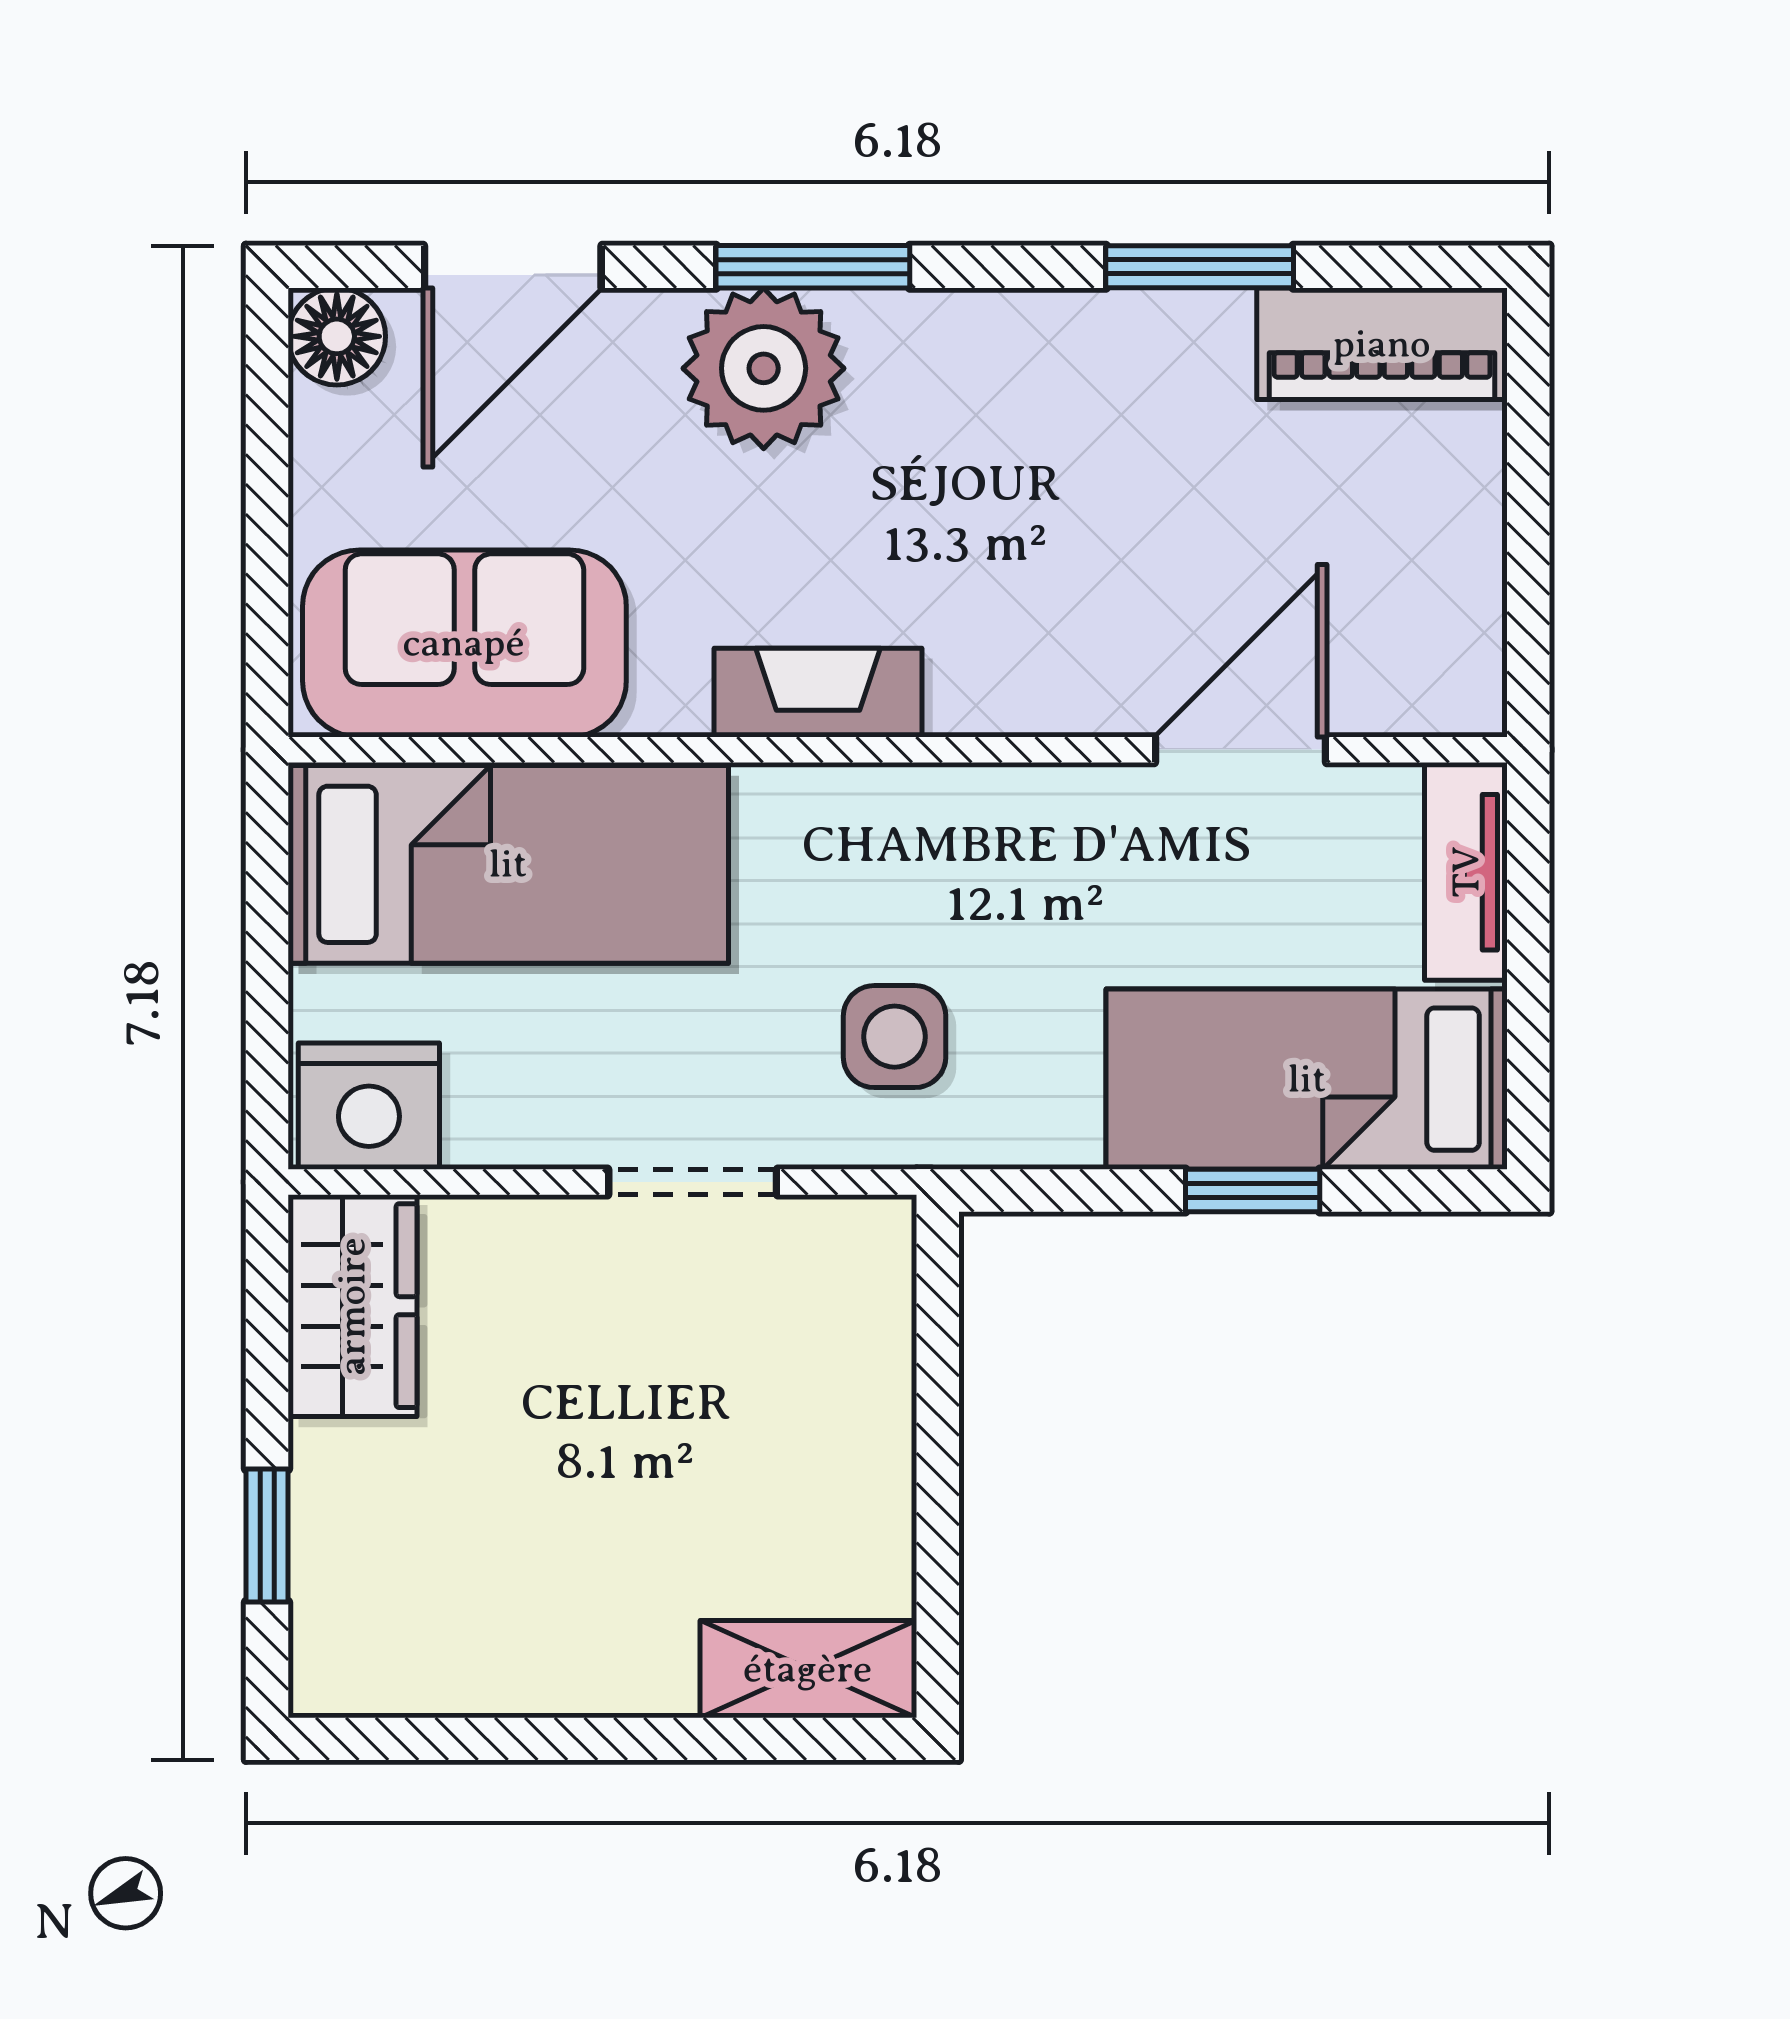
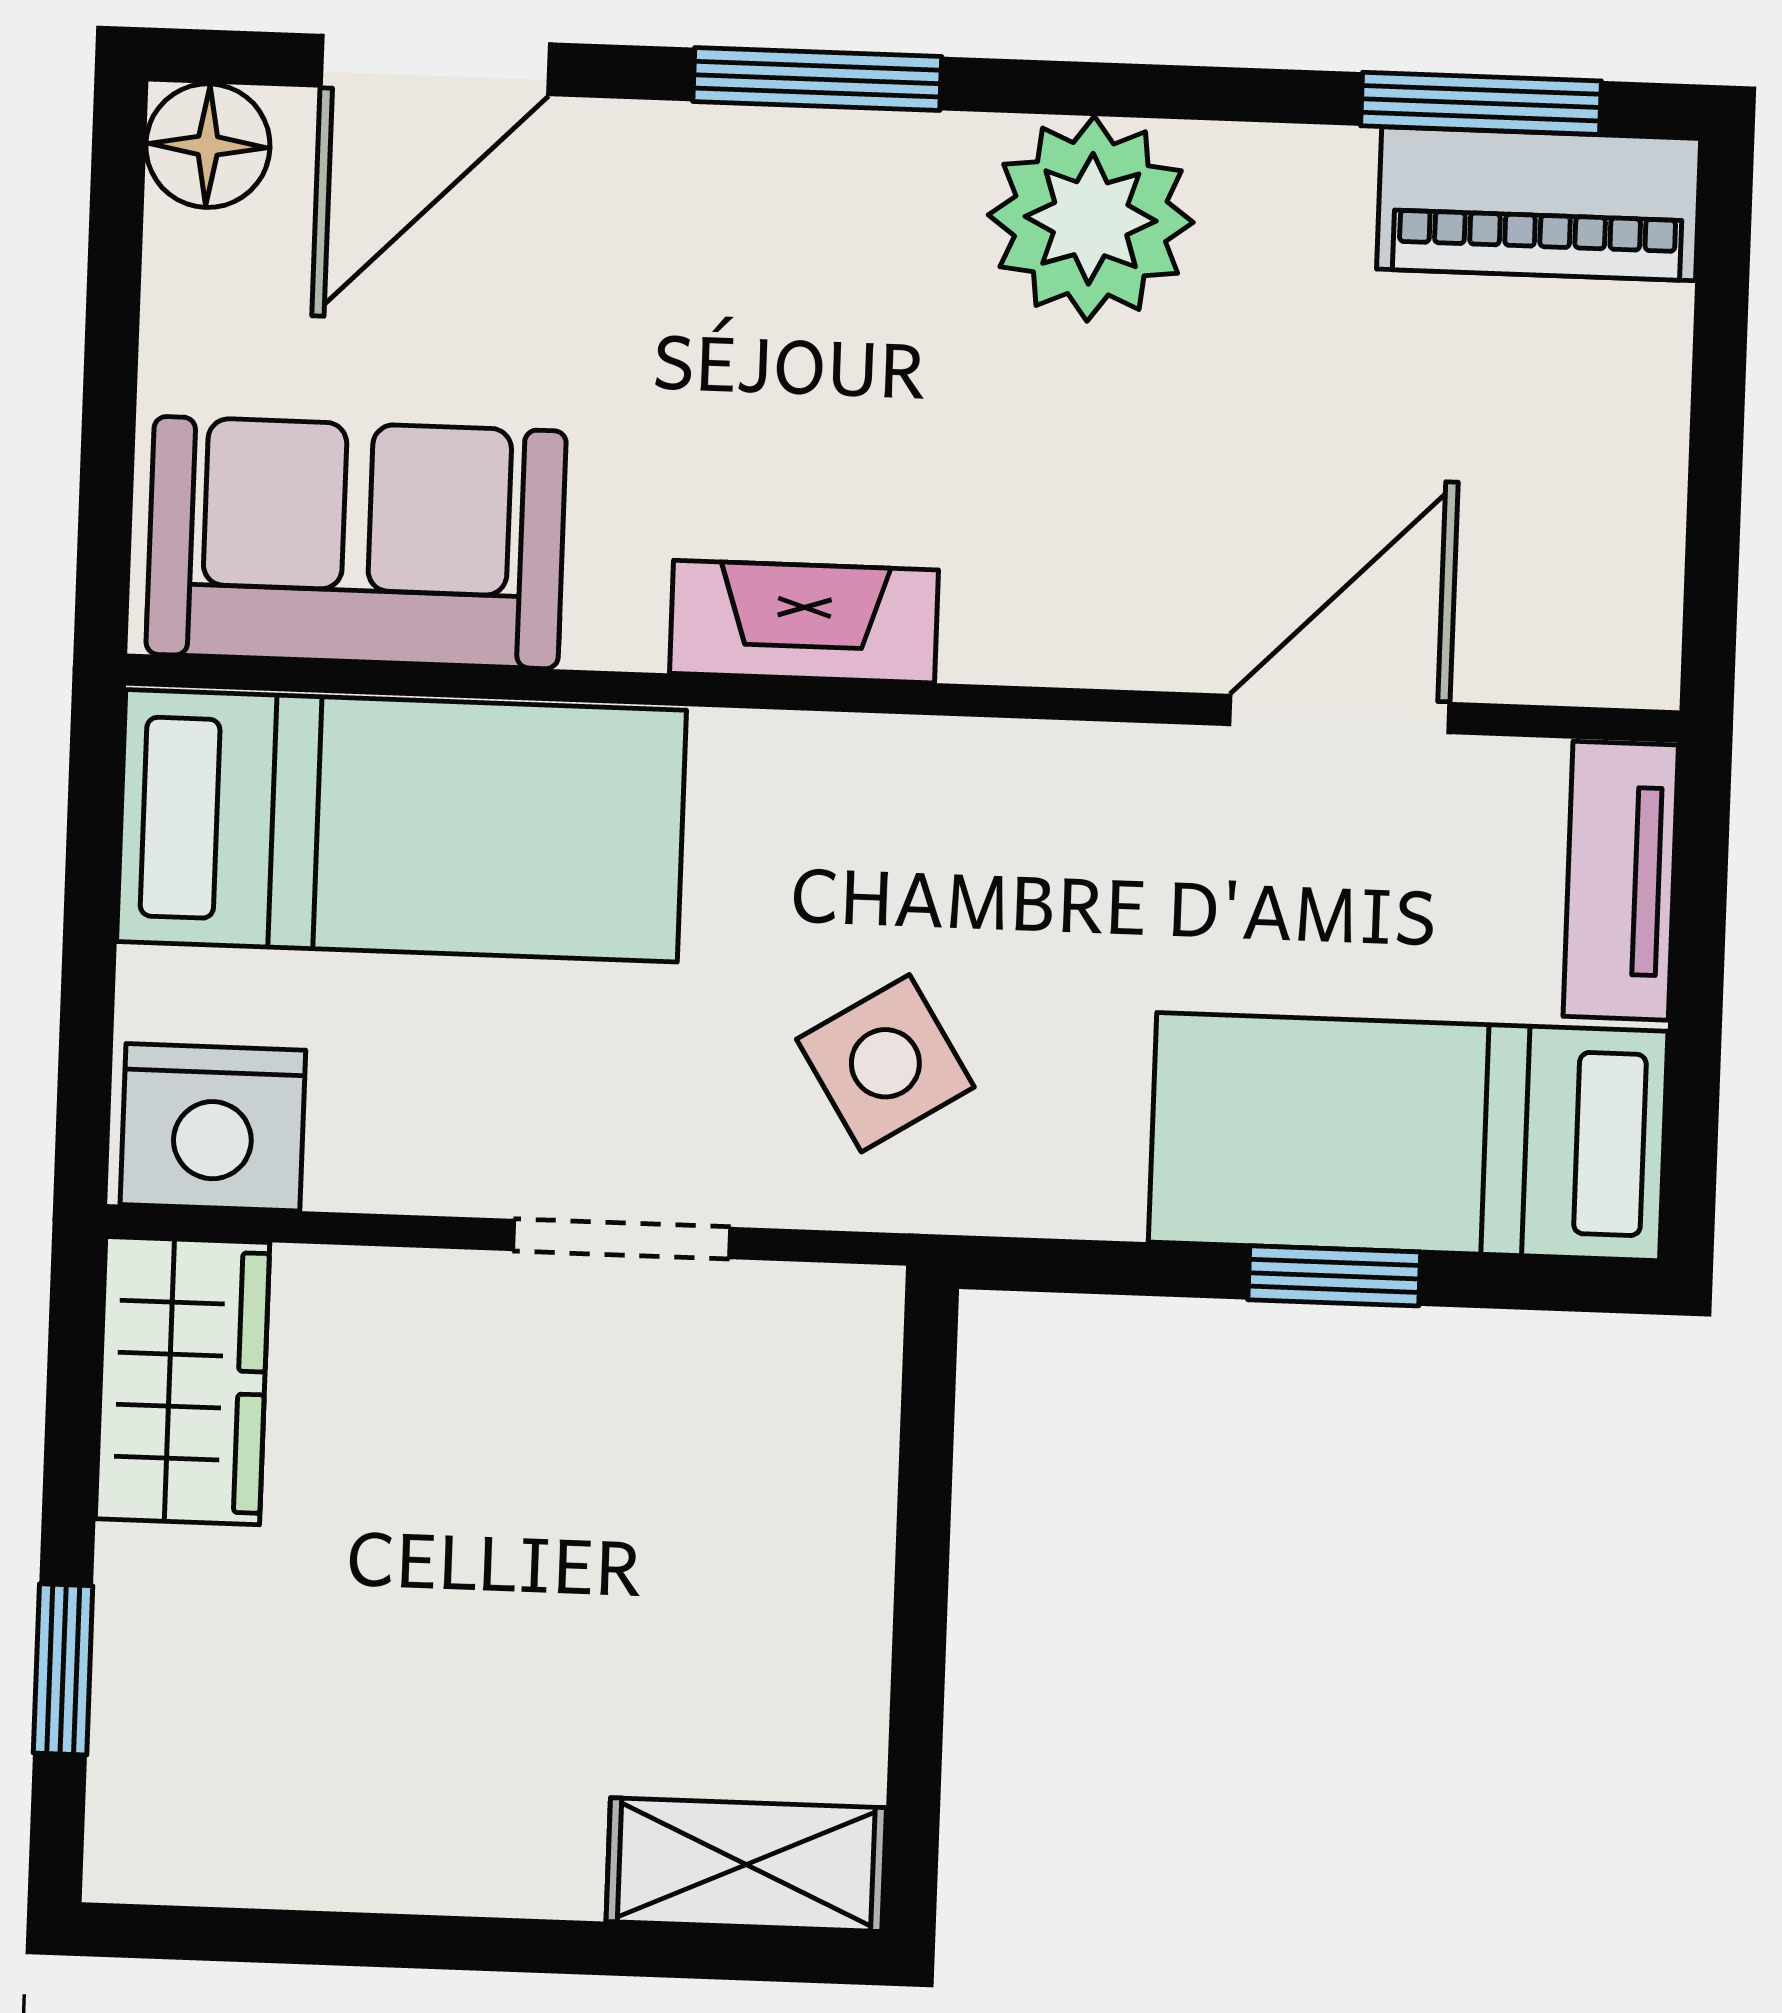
window: (1200, 267) -> (1481, 103), moved
plant: (764, 368) -> (1091, 219), moved
side table: (895, 1037) -> (885, 1063), turned -32

